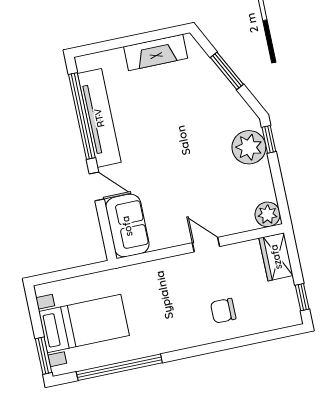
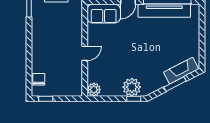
fireplace: (156, 52) -> (181, 71), moved, turned 63
wardrobe: (276, 257) -> (70, 89), removed
chair: (223, 311) -> (39, 79), moved

